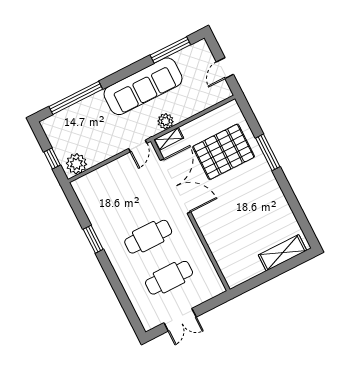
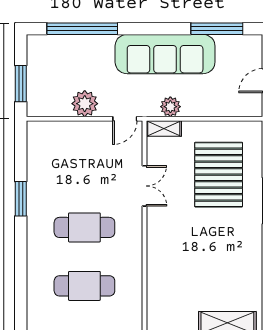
pallet: (224, 152) -> (219, 175), turned 90
window: (52, 158) -> (21, 84), width x1.50
plant: (76, 164) -> (85, 104), moved
double door: (176, 186) -> (144, 186), width x0.54

